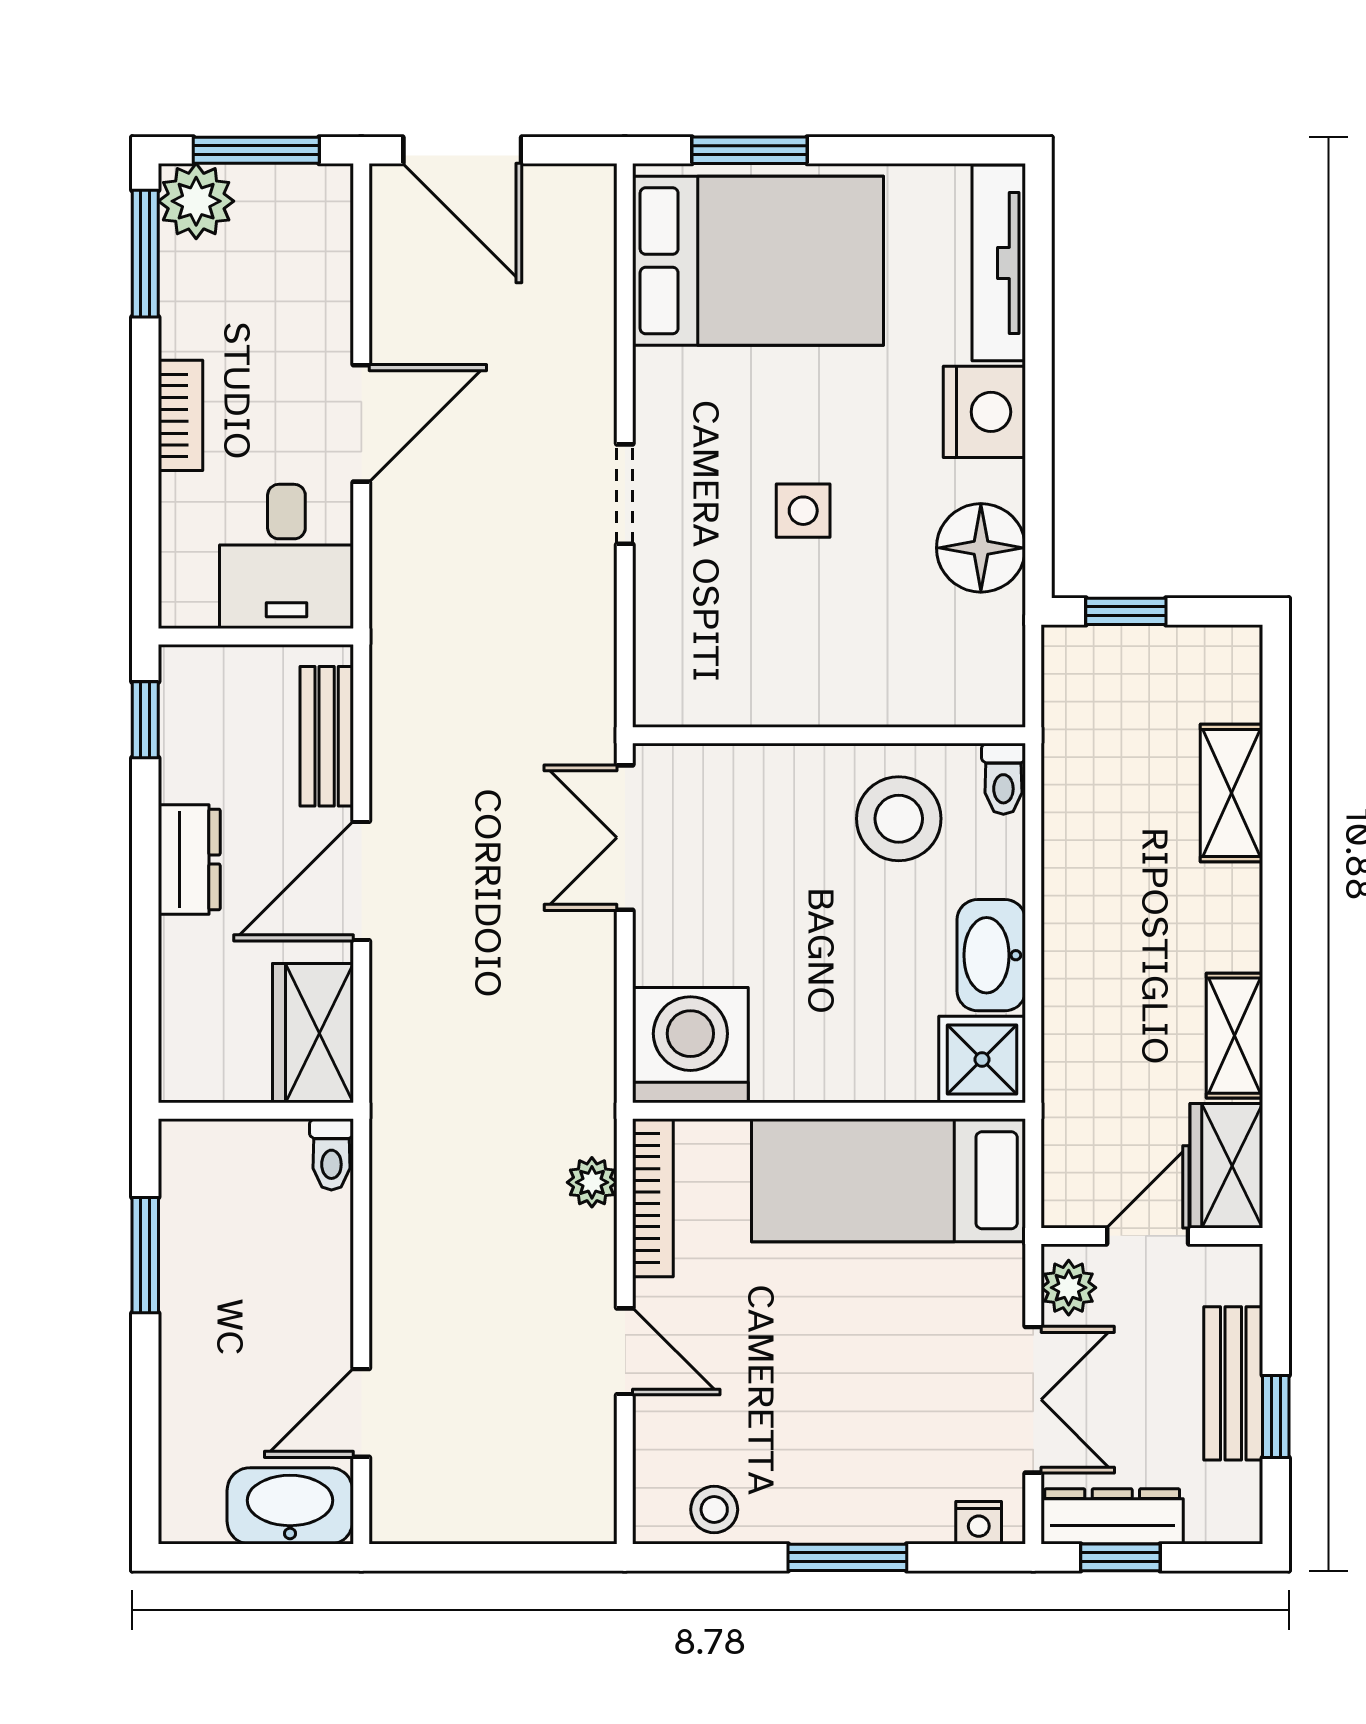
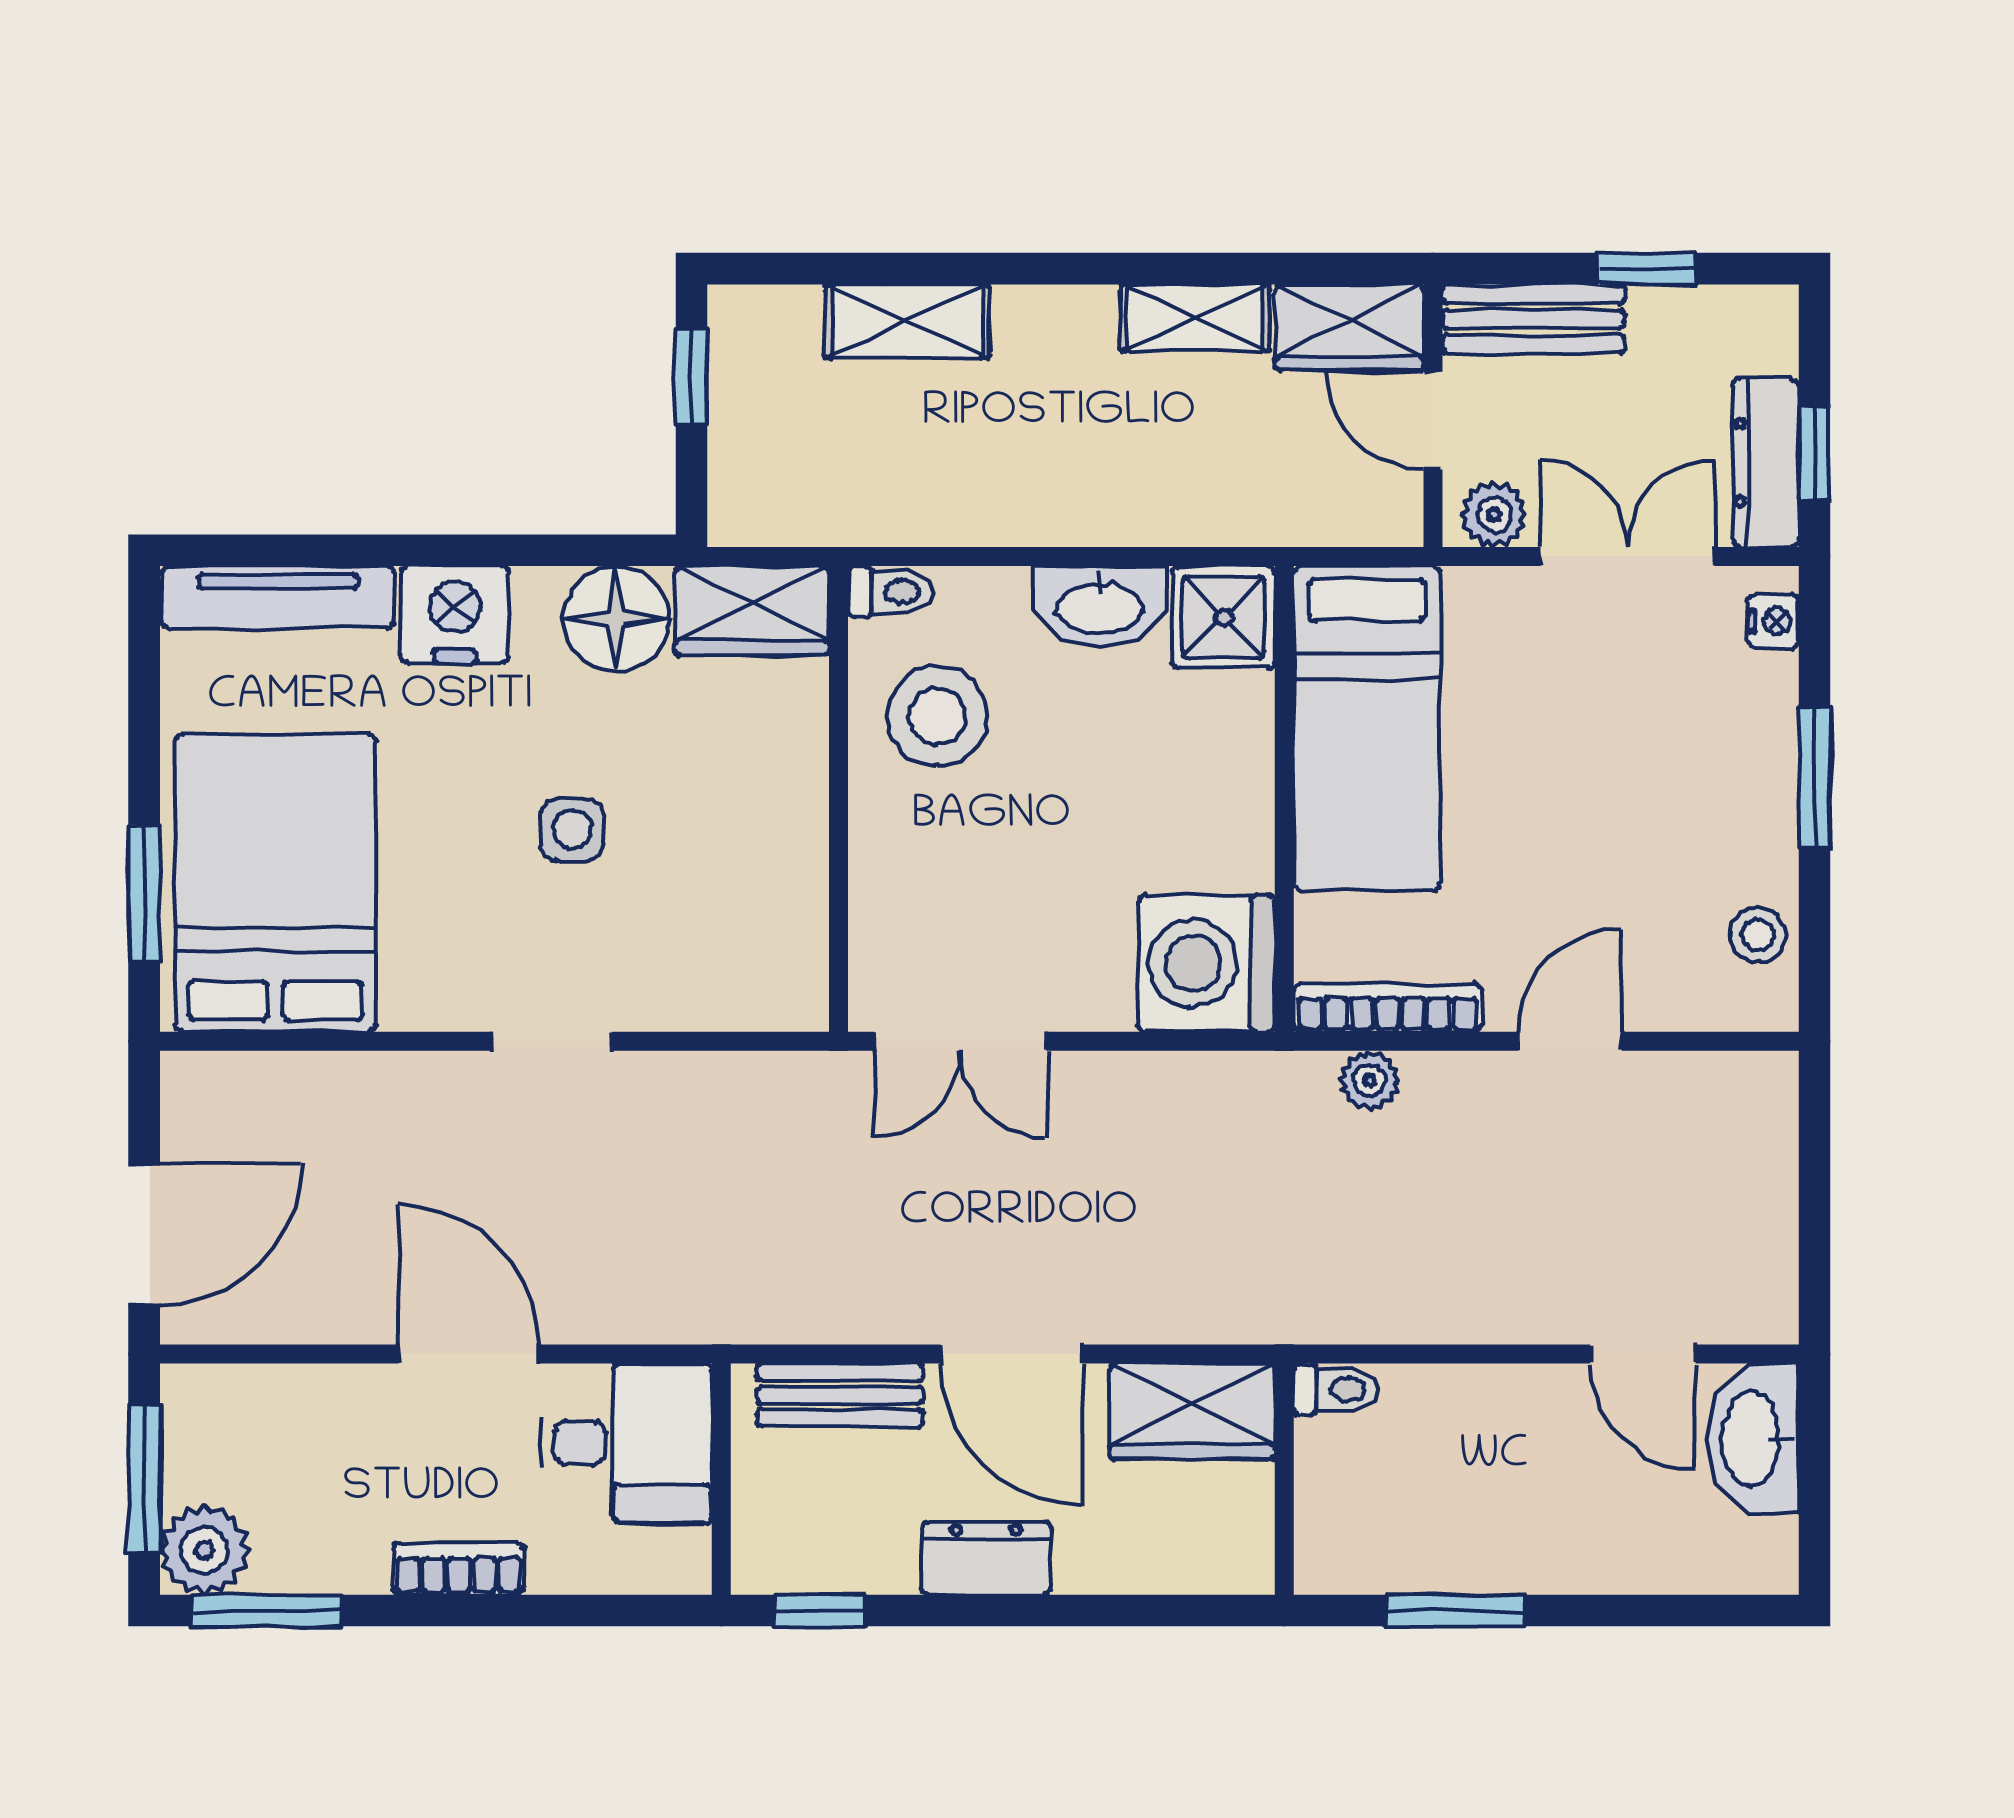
window: (1126, 611) -> (692, 377), moved
wardrobe: (988, 662) -> (752, 610), added
bench: (1233, 1383) -> (1533, 319), moved

